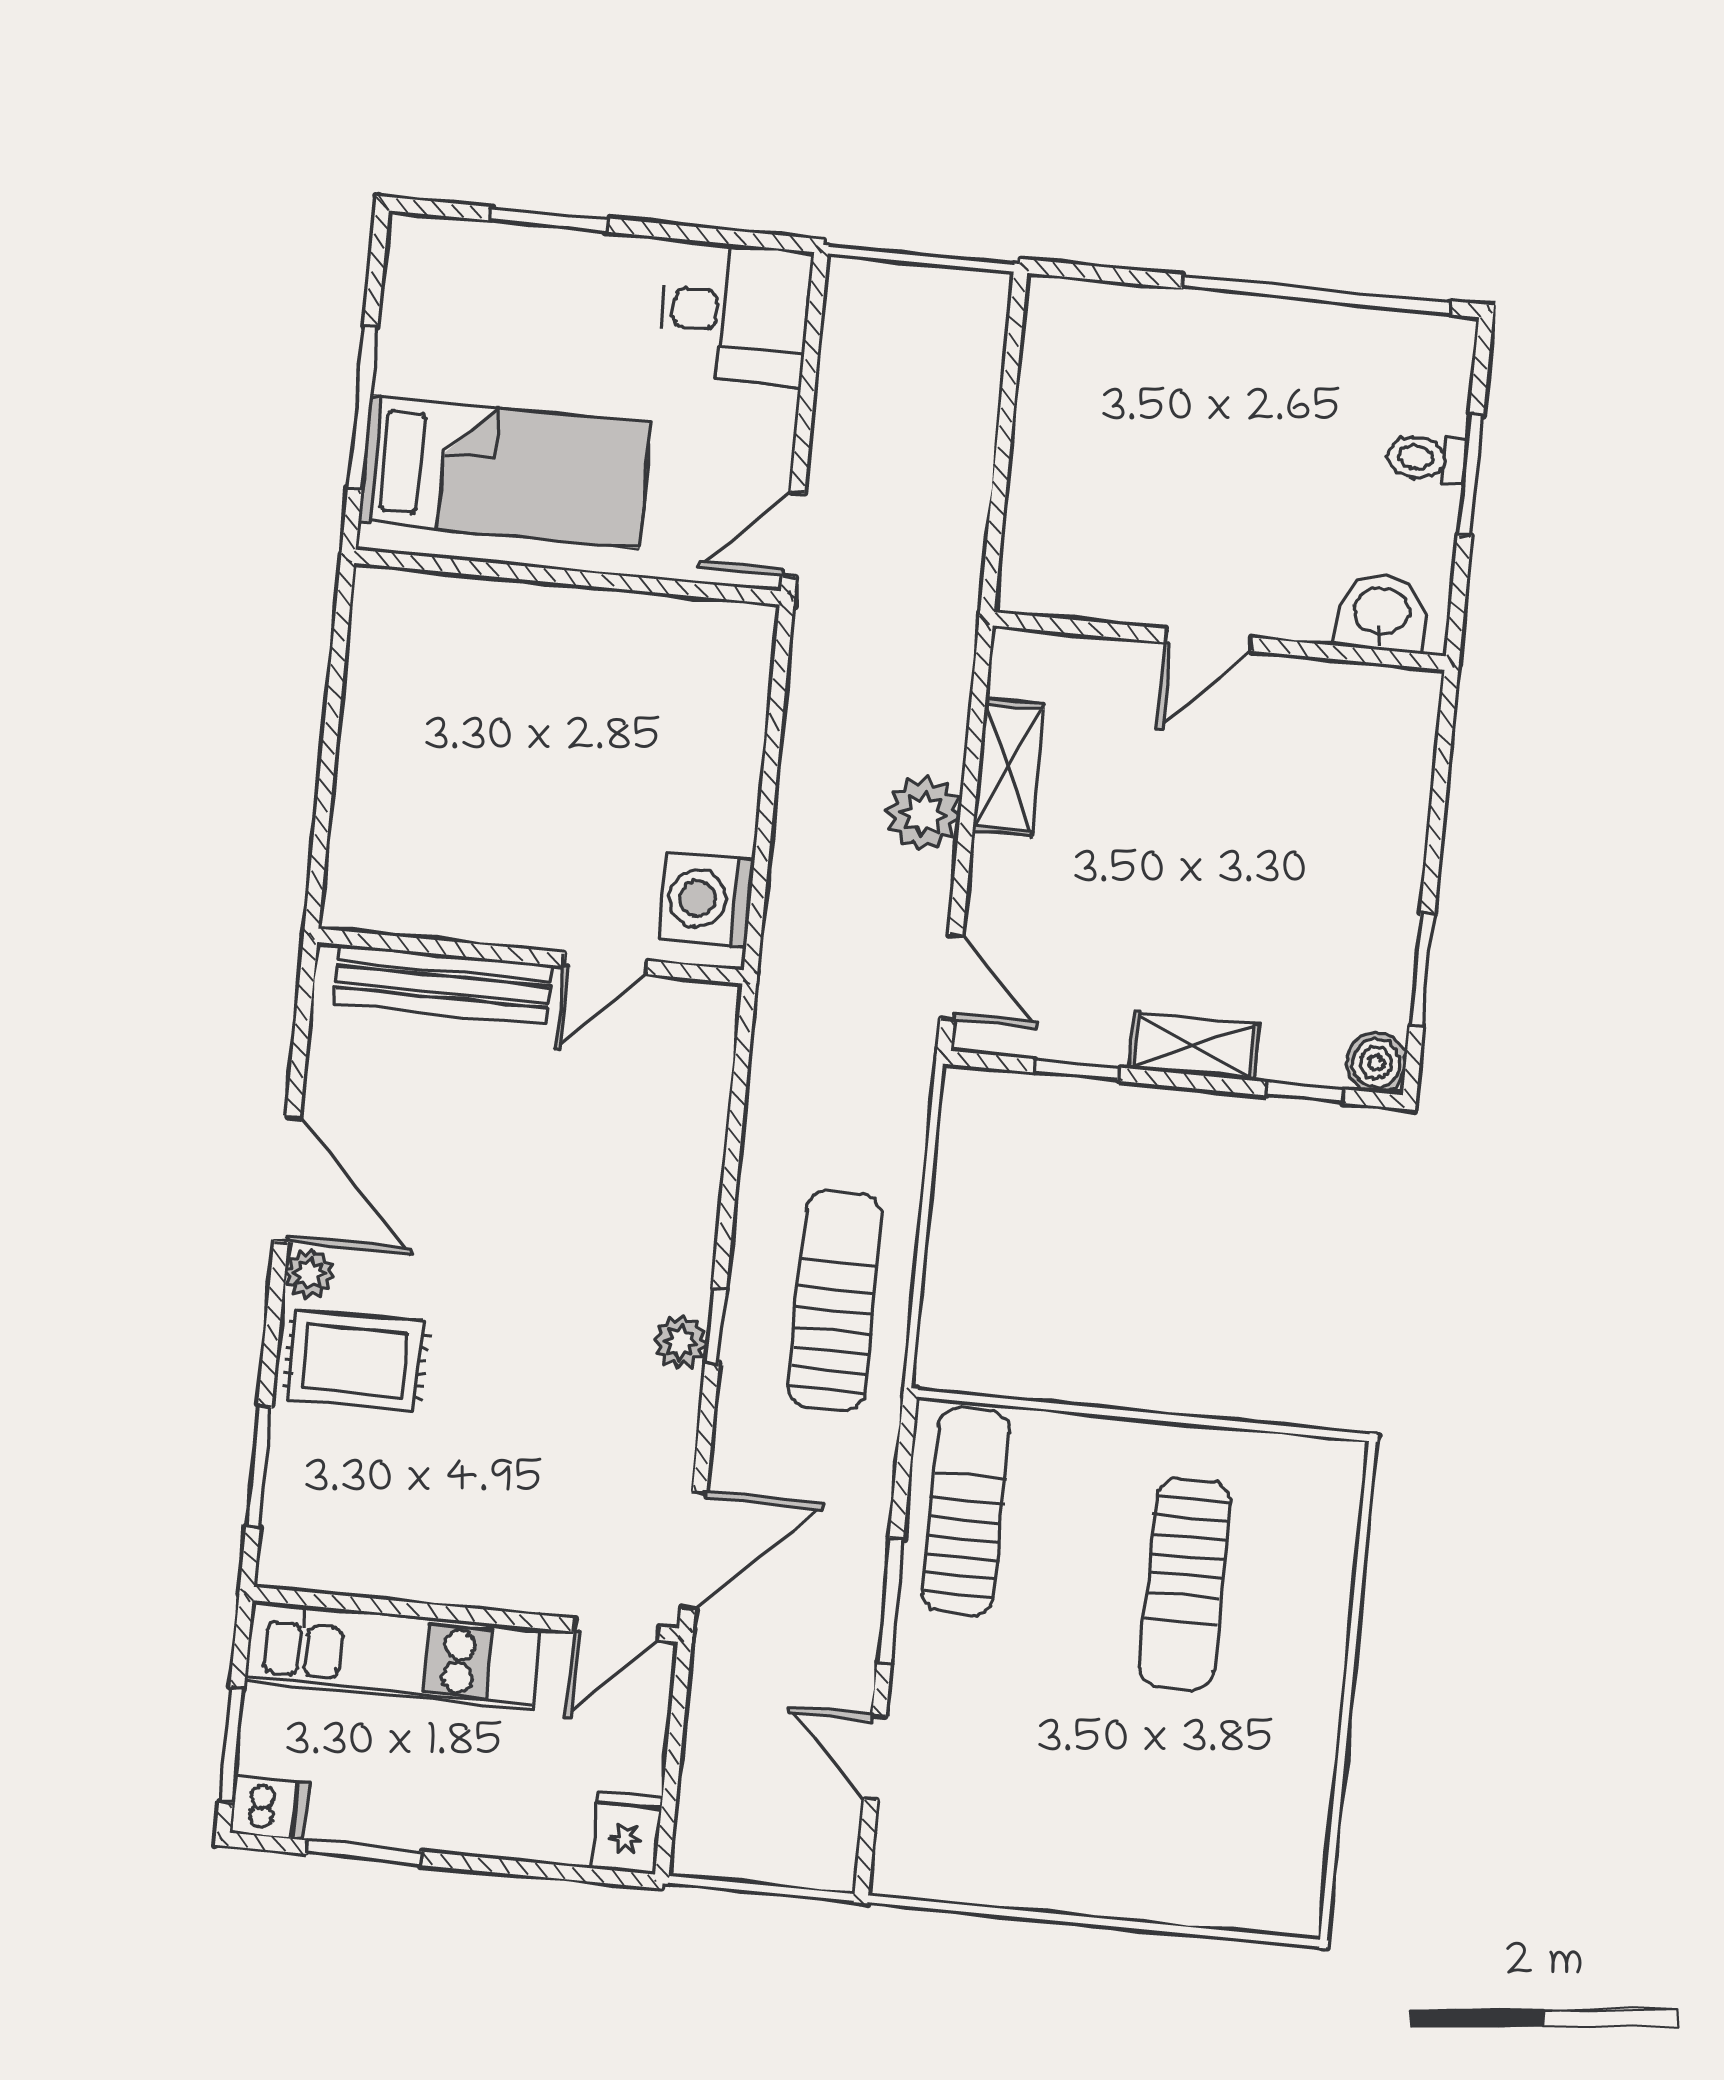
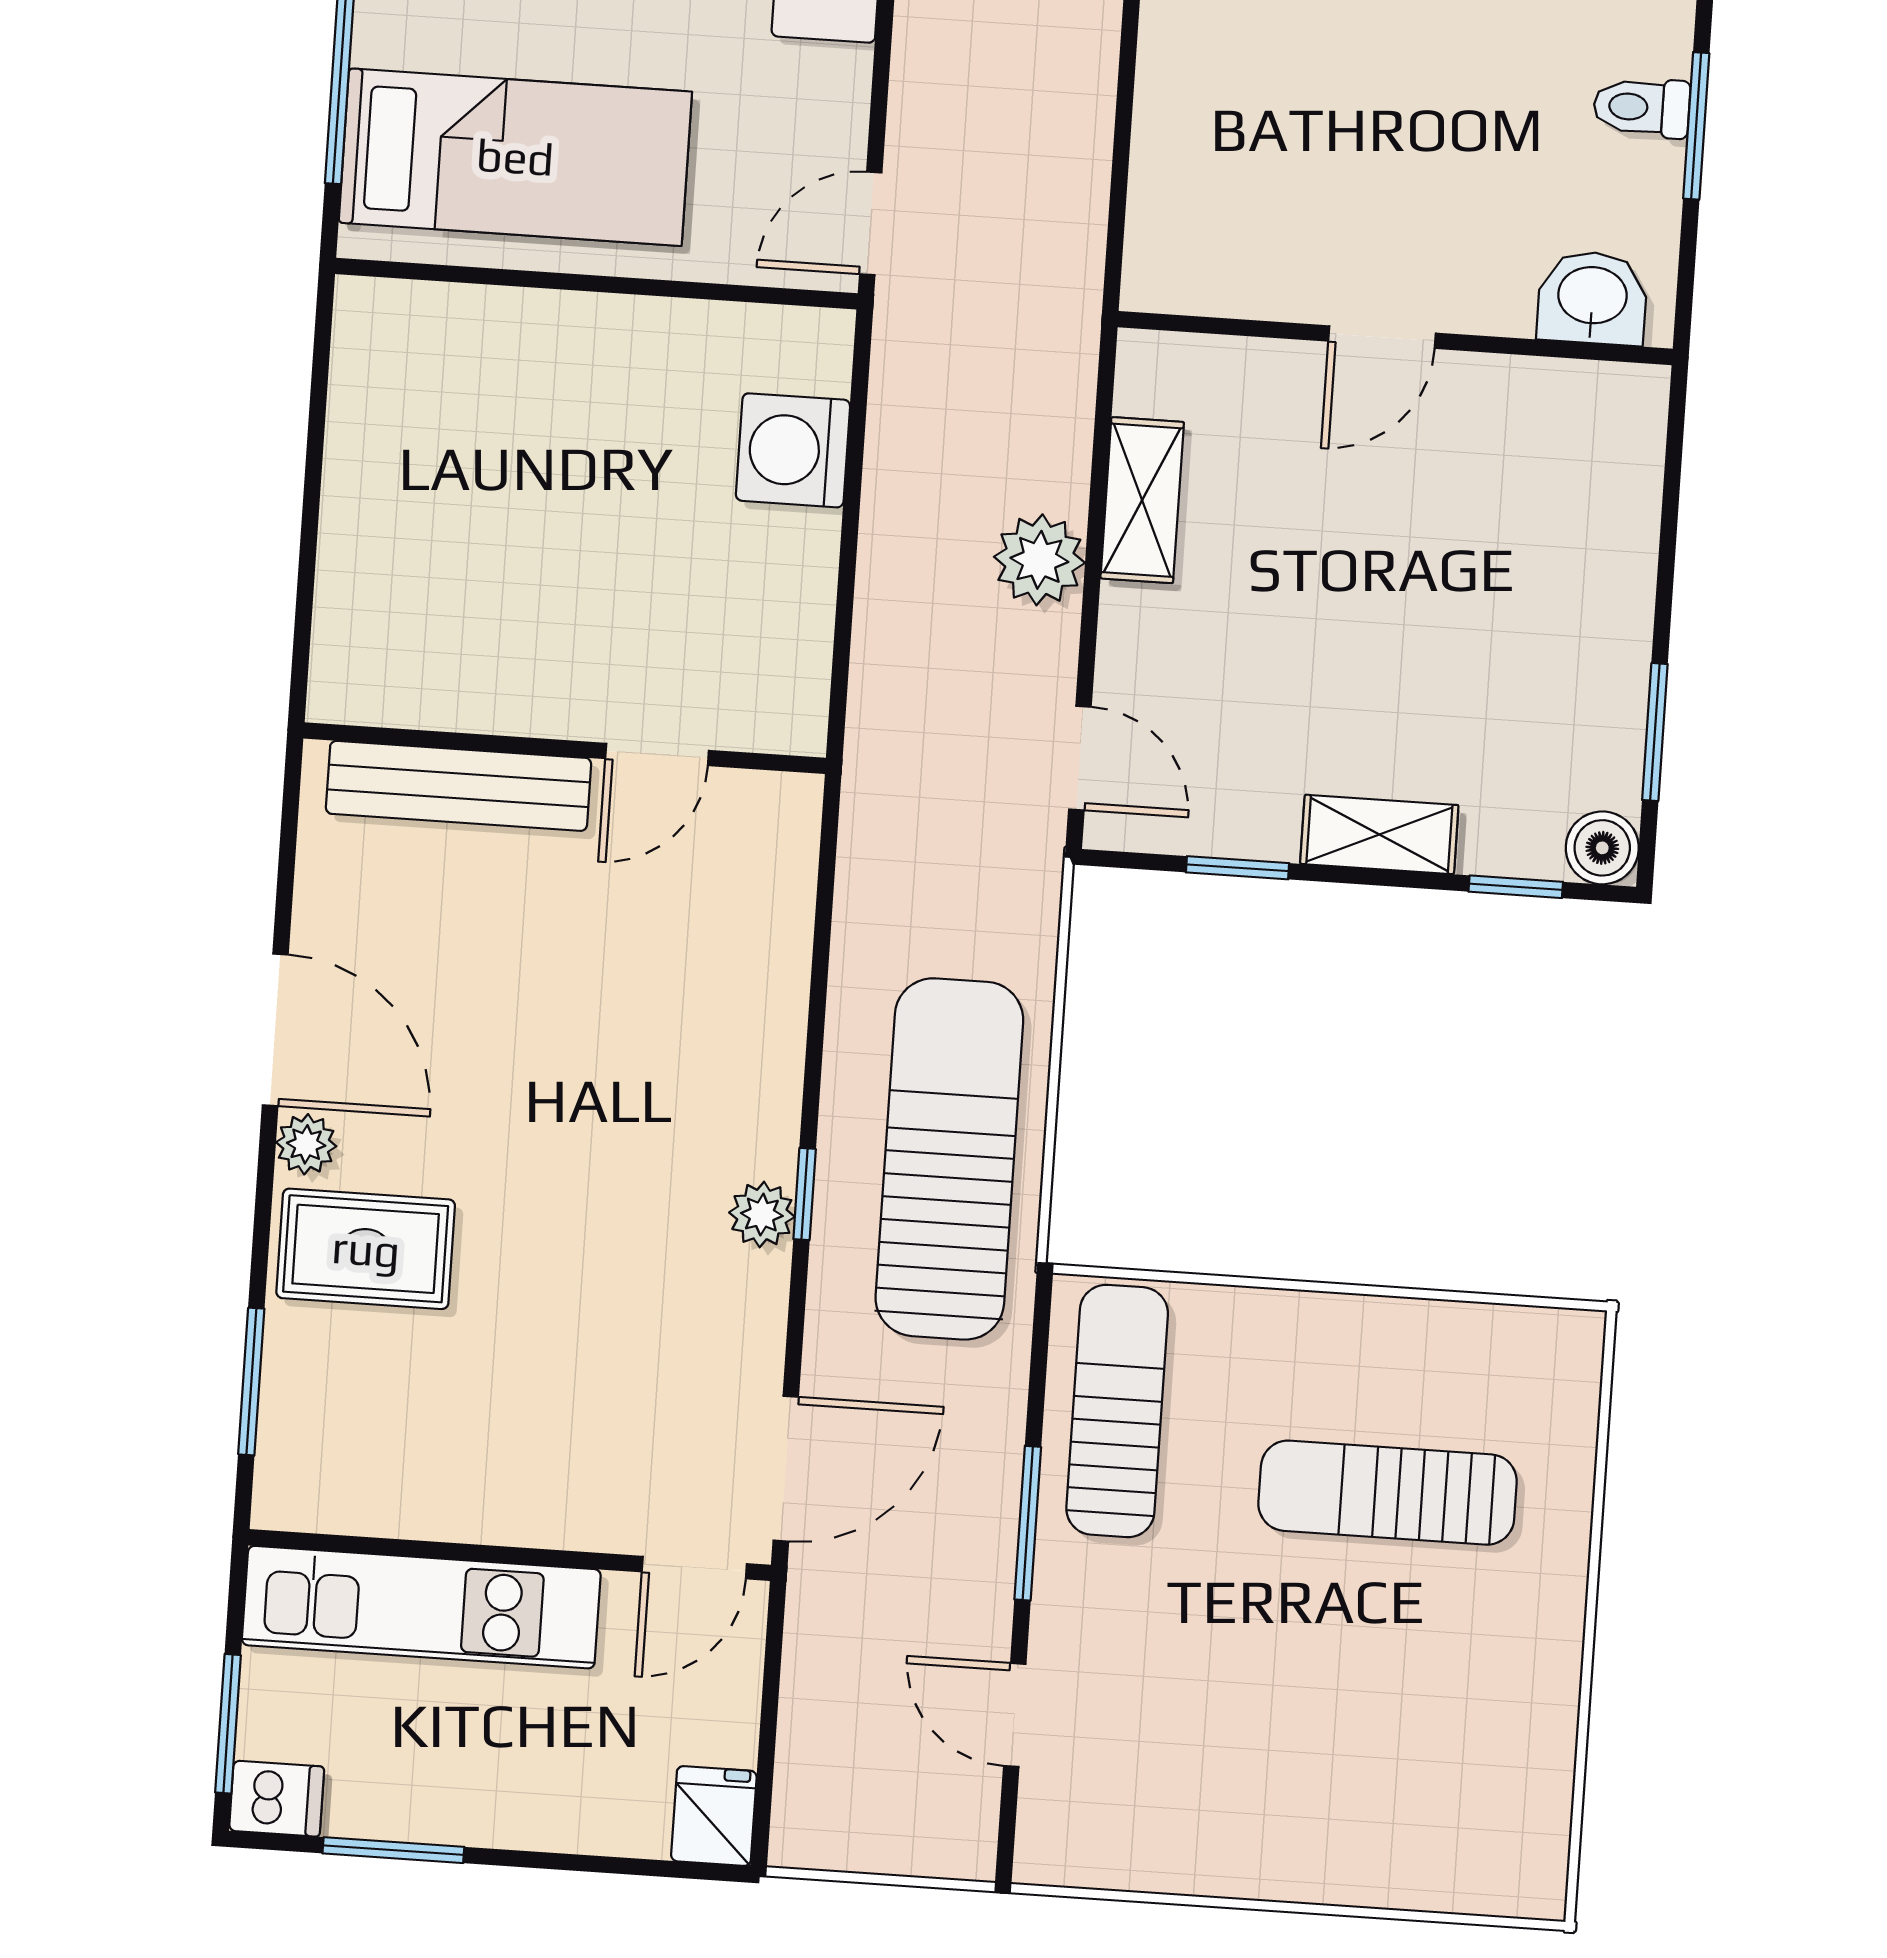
washing machine: (706, 900) -> (793, 450), moved
sun lounger: (835, 1301) -> (949, 1159), width x1.36, depth x1.34
sun lounger: (1185, 1585) -> (1388, 1493), turned 90

